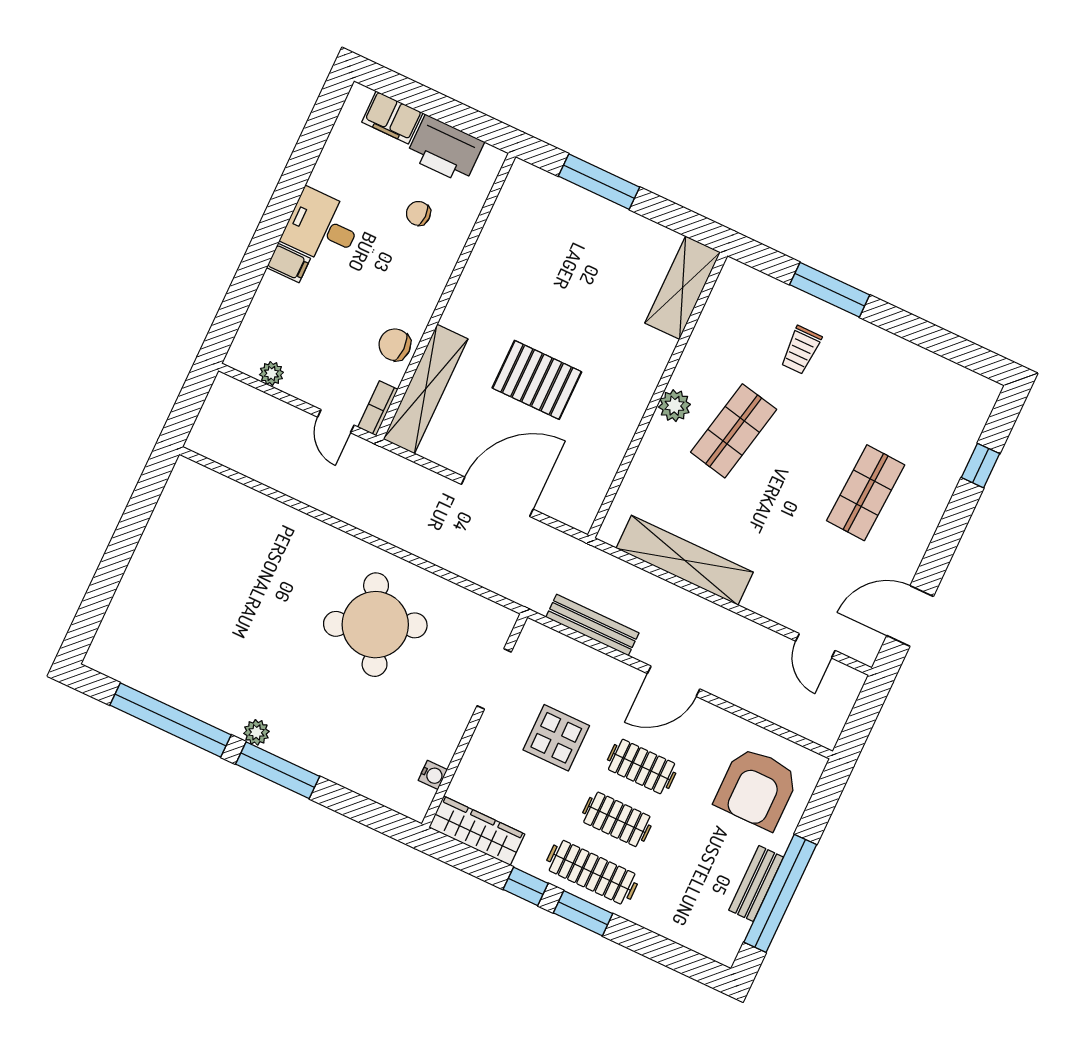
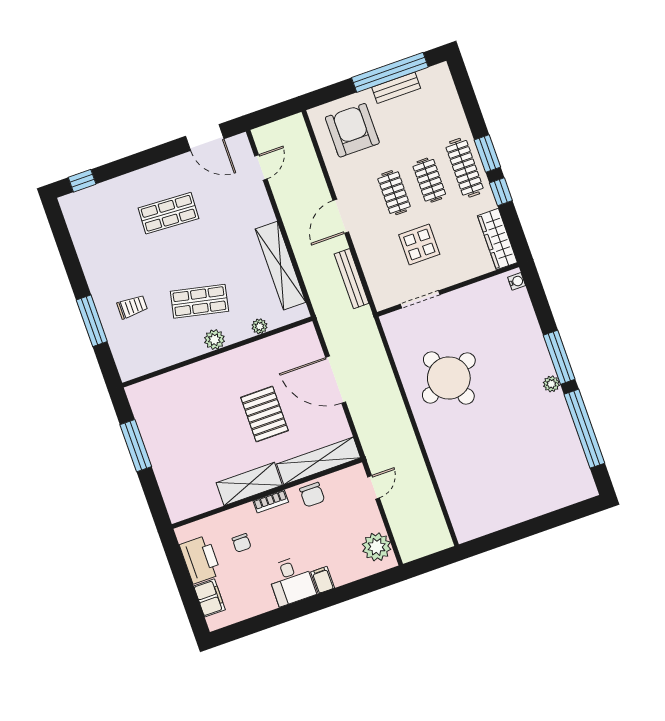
window: (599, 182) -> (136, 446), moved
shelving: (683, 288) -> (249, 484), moved
plant: (271, 374) -> (377, 547), width x1.88, depth x1.88
bookcase: (378, 408) -> (271, 501), moved
window: (981, 466) -> (82, 181), moved
plant: (640, 470) -> (260, 326), added
door: (674, 681) -> (341, 216), swing flipped
water cooler: (433, 775) -> (517, 281), moved, turned 90
armchair: (757, 788) -> (352, 130), turned -90

